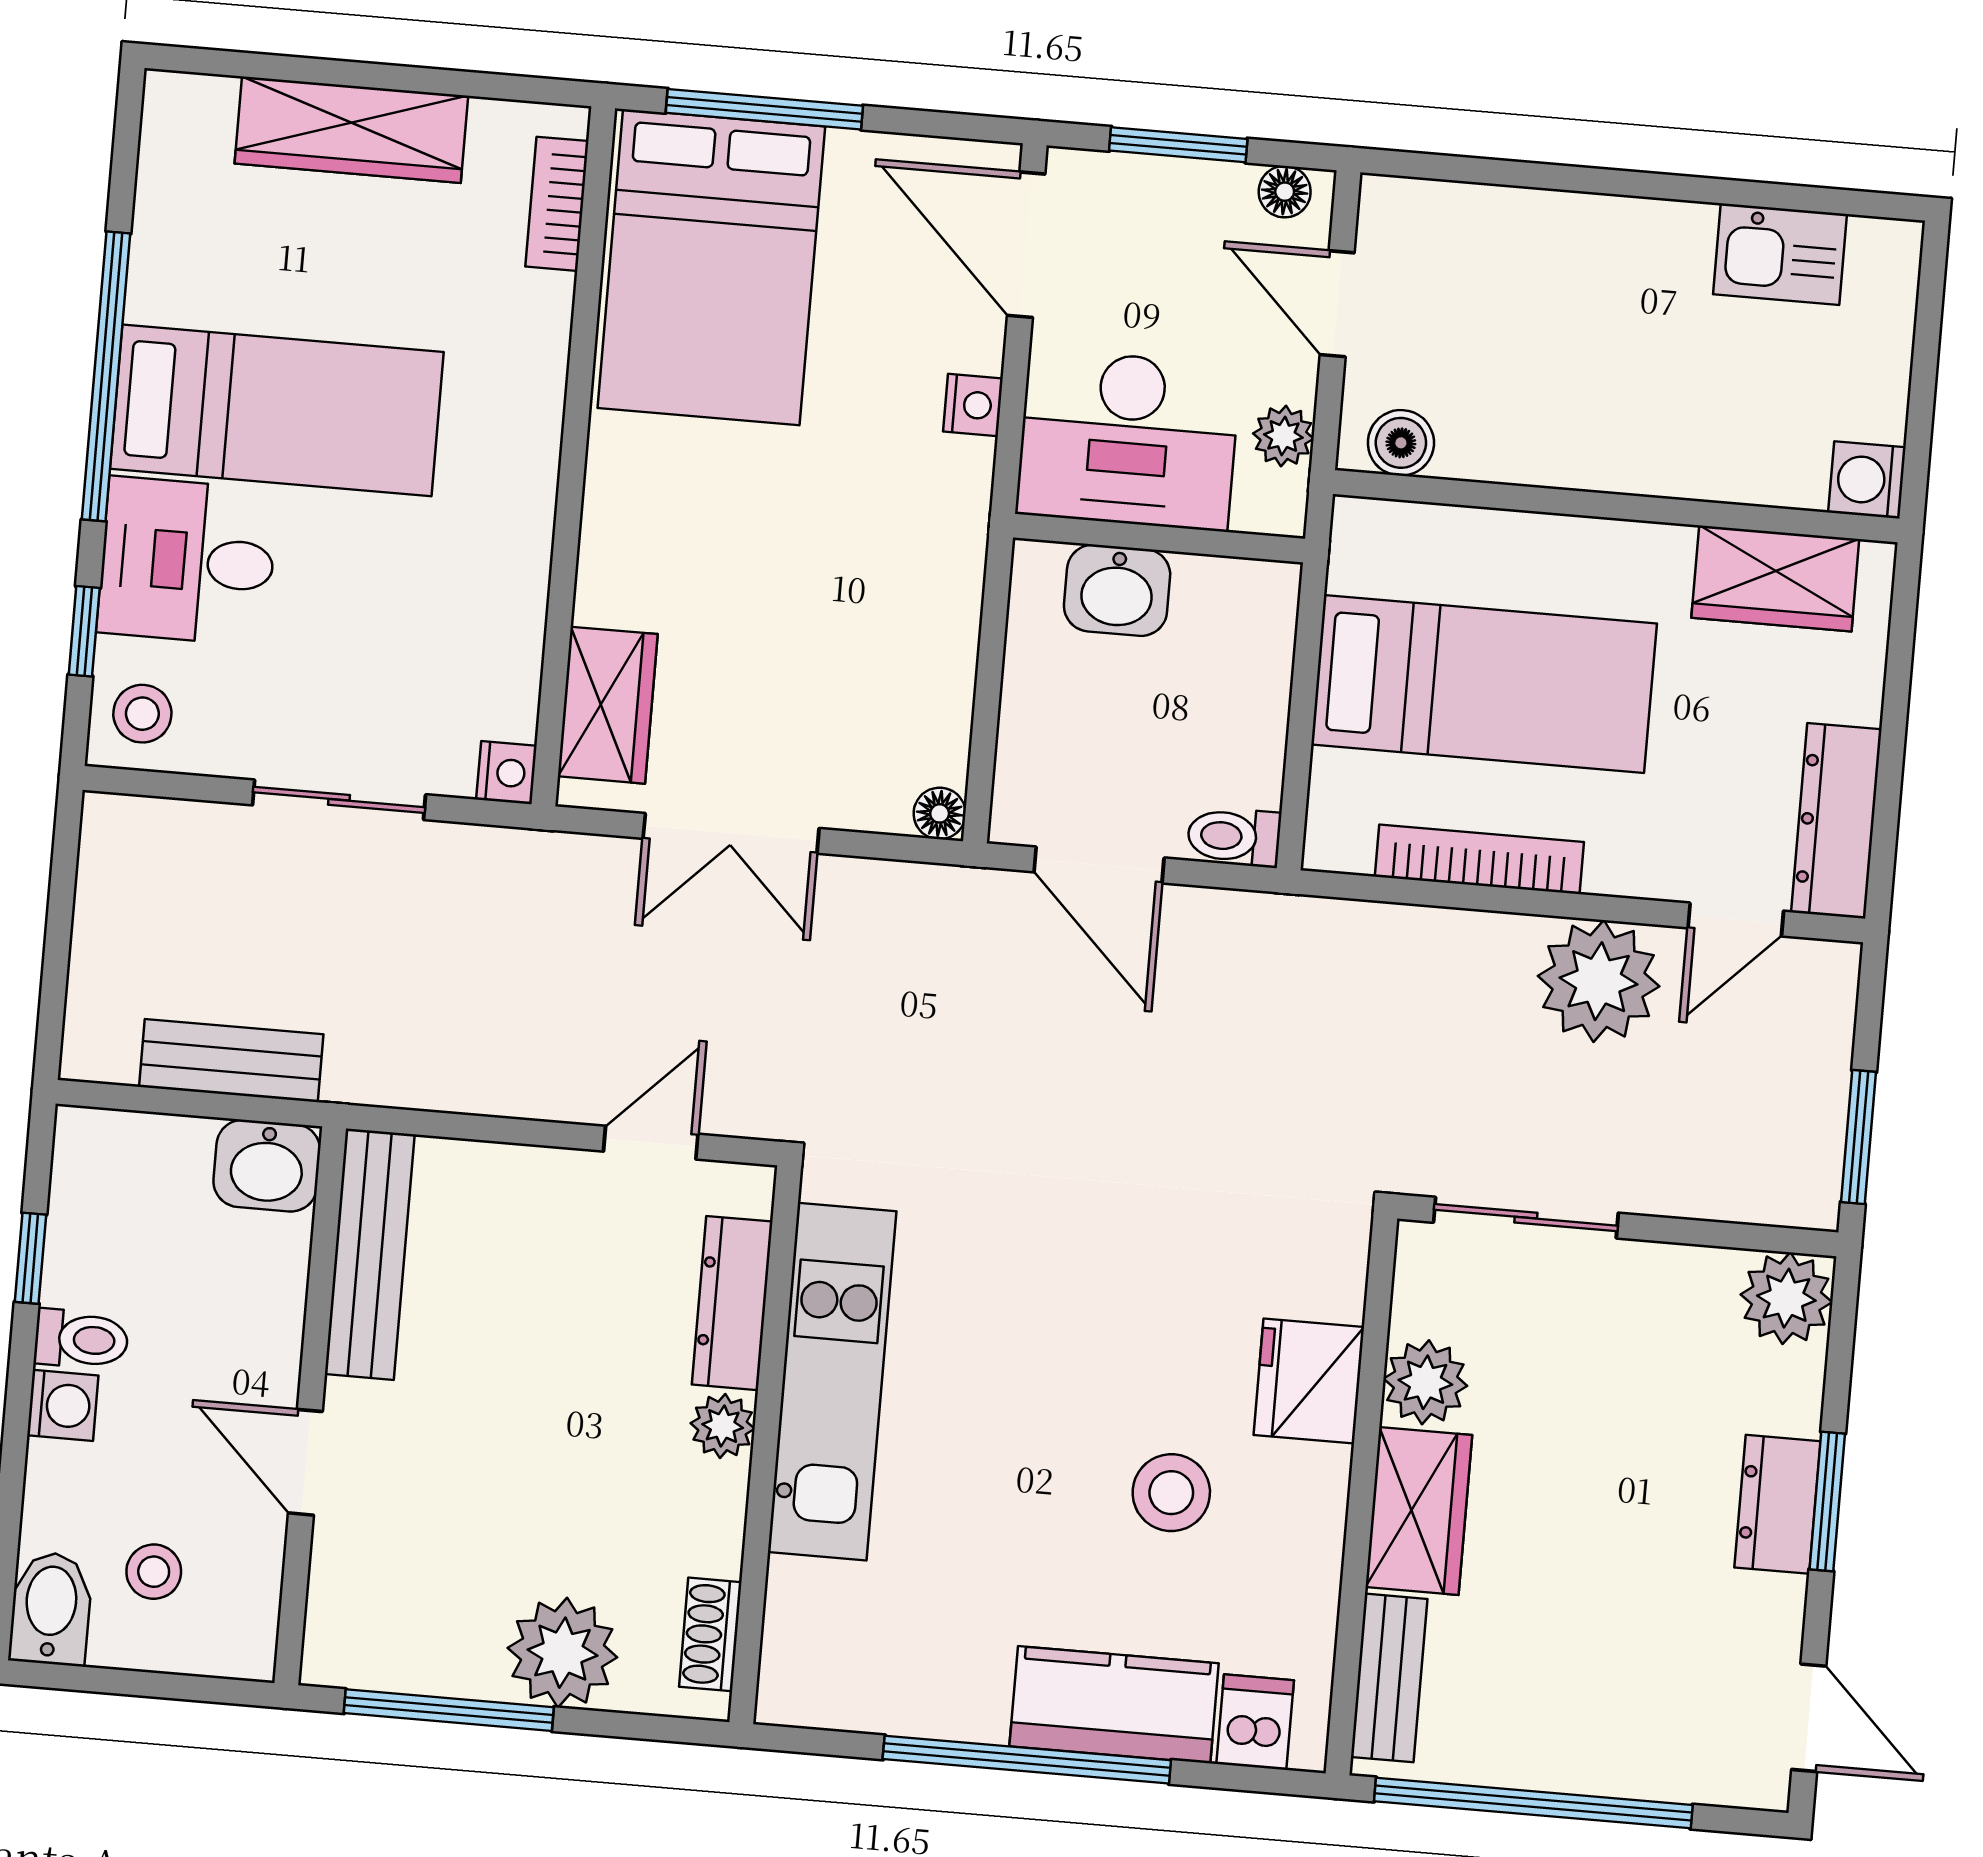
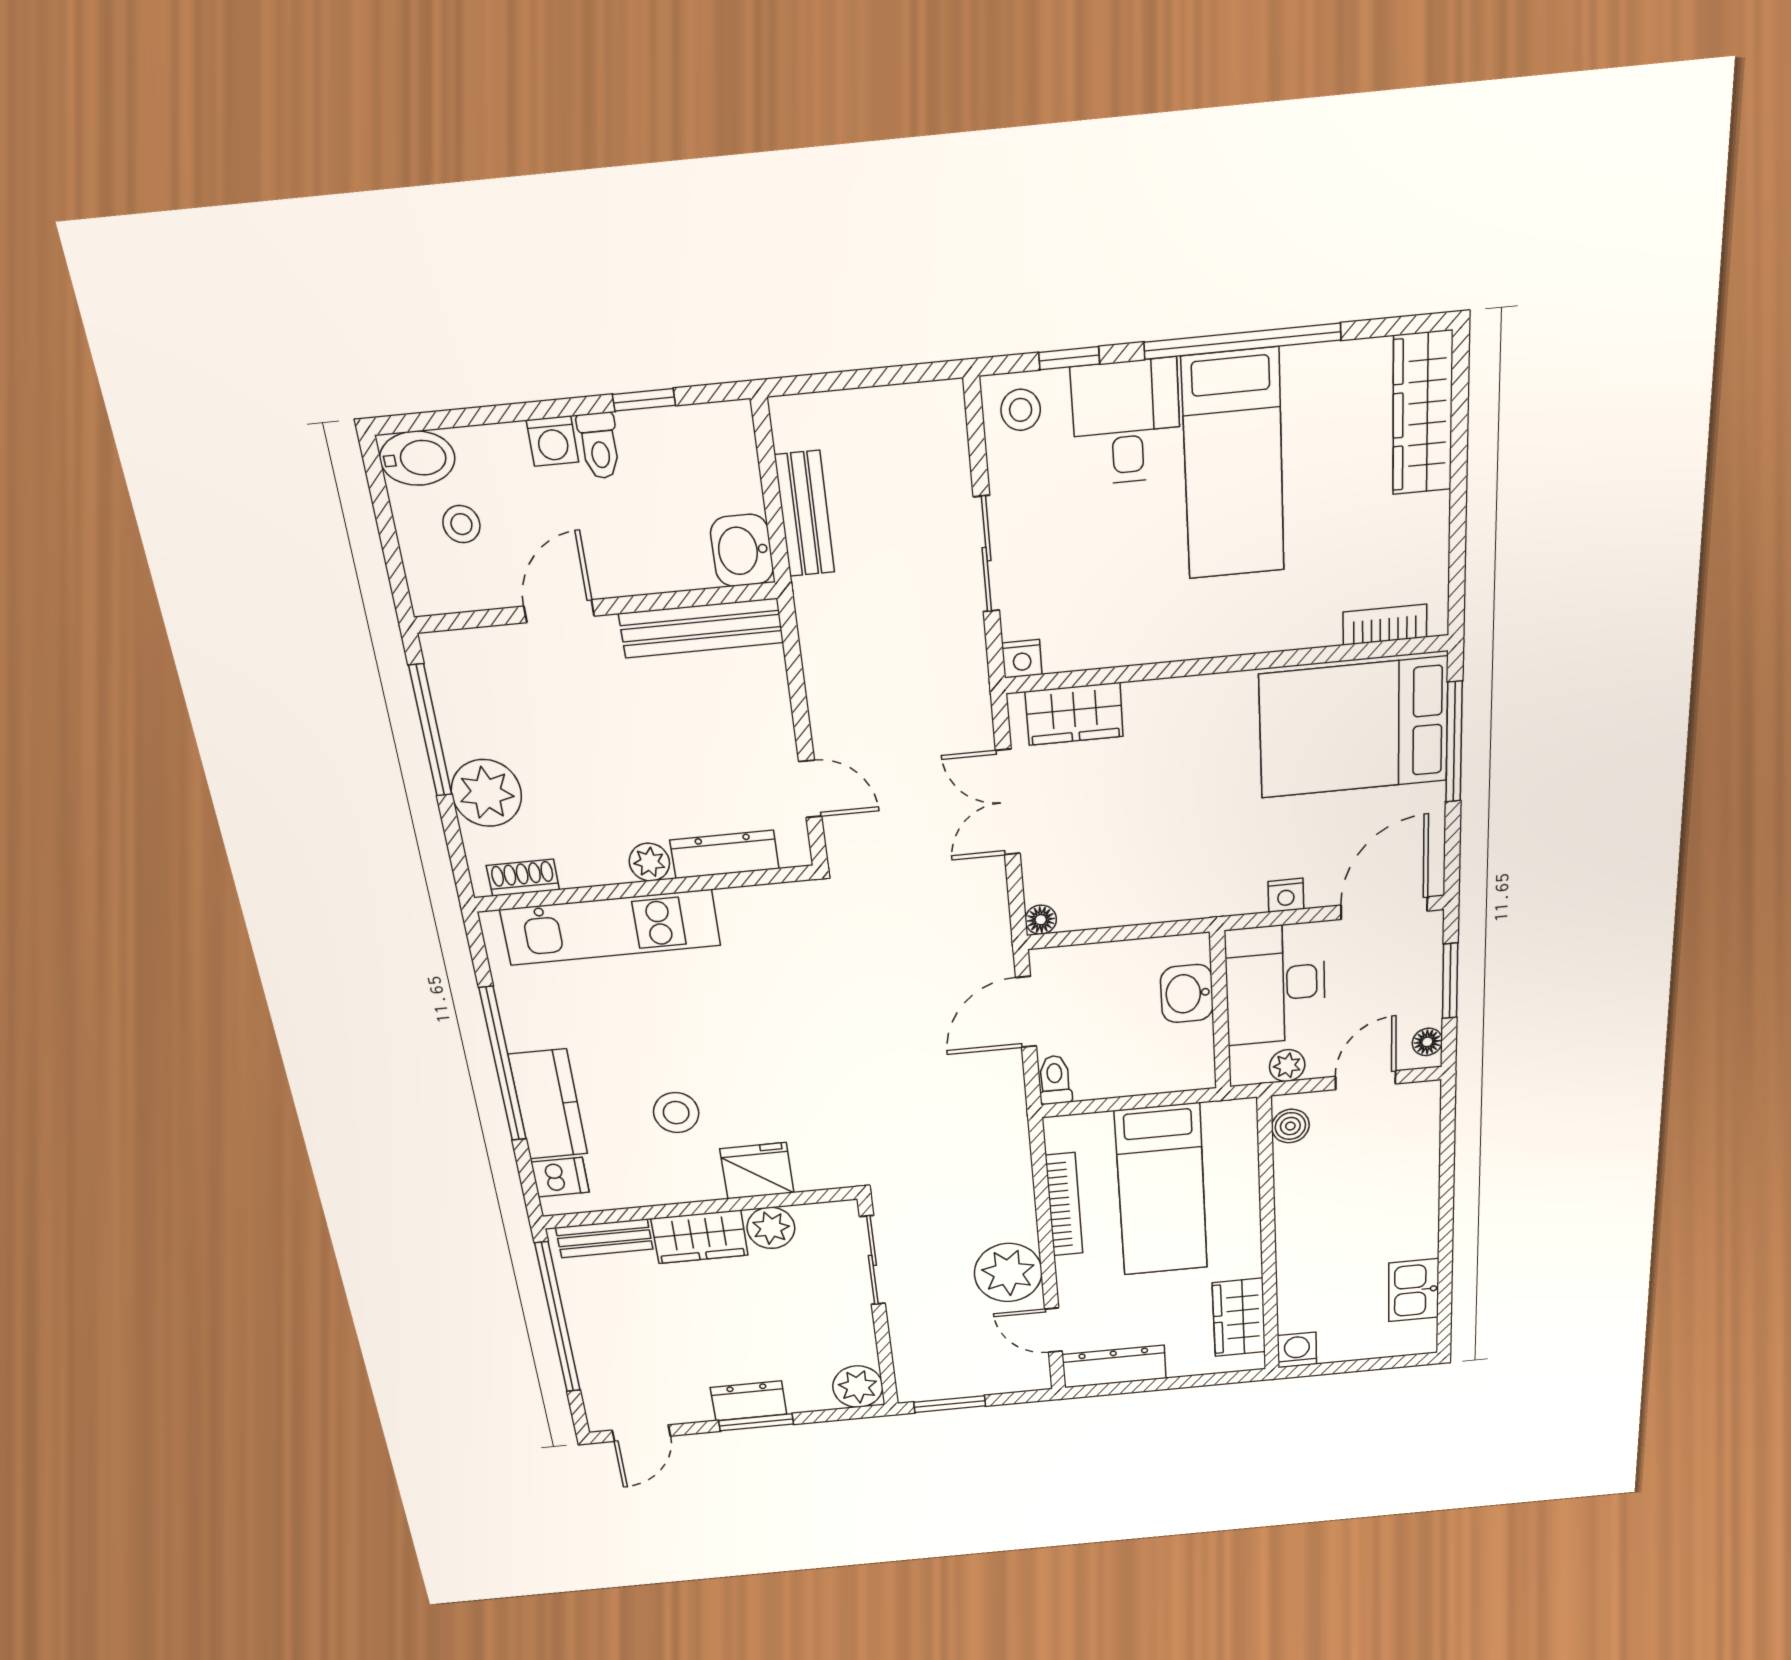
wardrobe: (351, 130) -> (1423, 413), moved
kitchen unit: (832, 1382) -> (610, 927), moved

